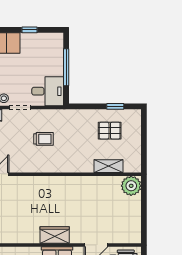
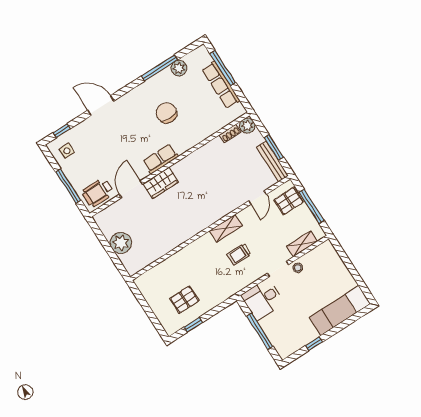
shelving: (109, 166) -> (226, 228), moved
plant: (131, 186) -> (121, 243), moved
wardrobe: (55, 235) -> (161, 183), moved

